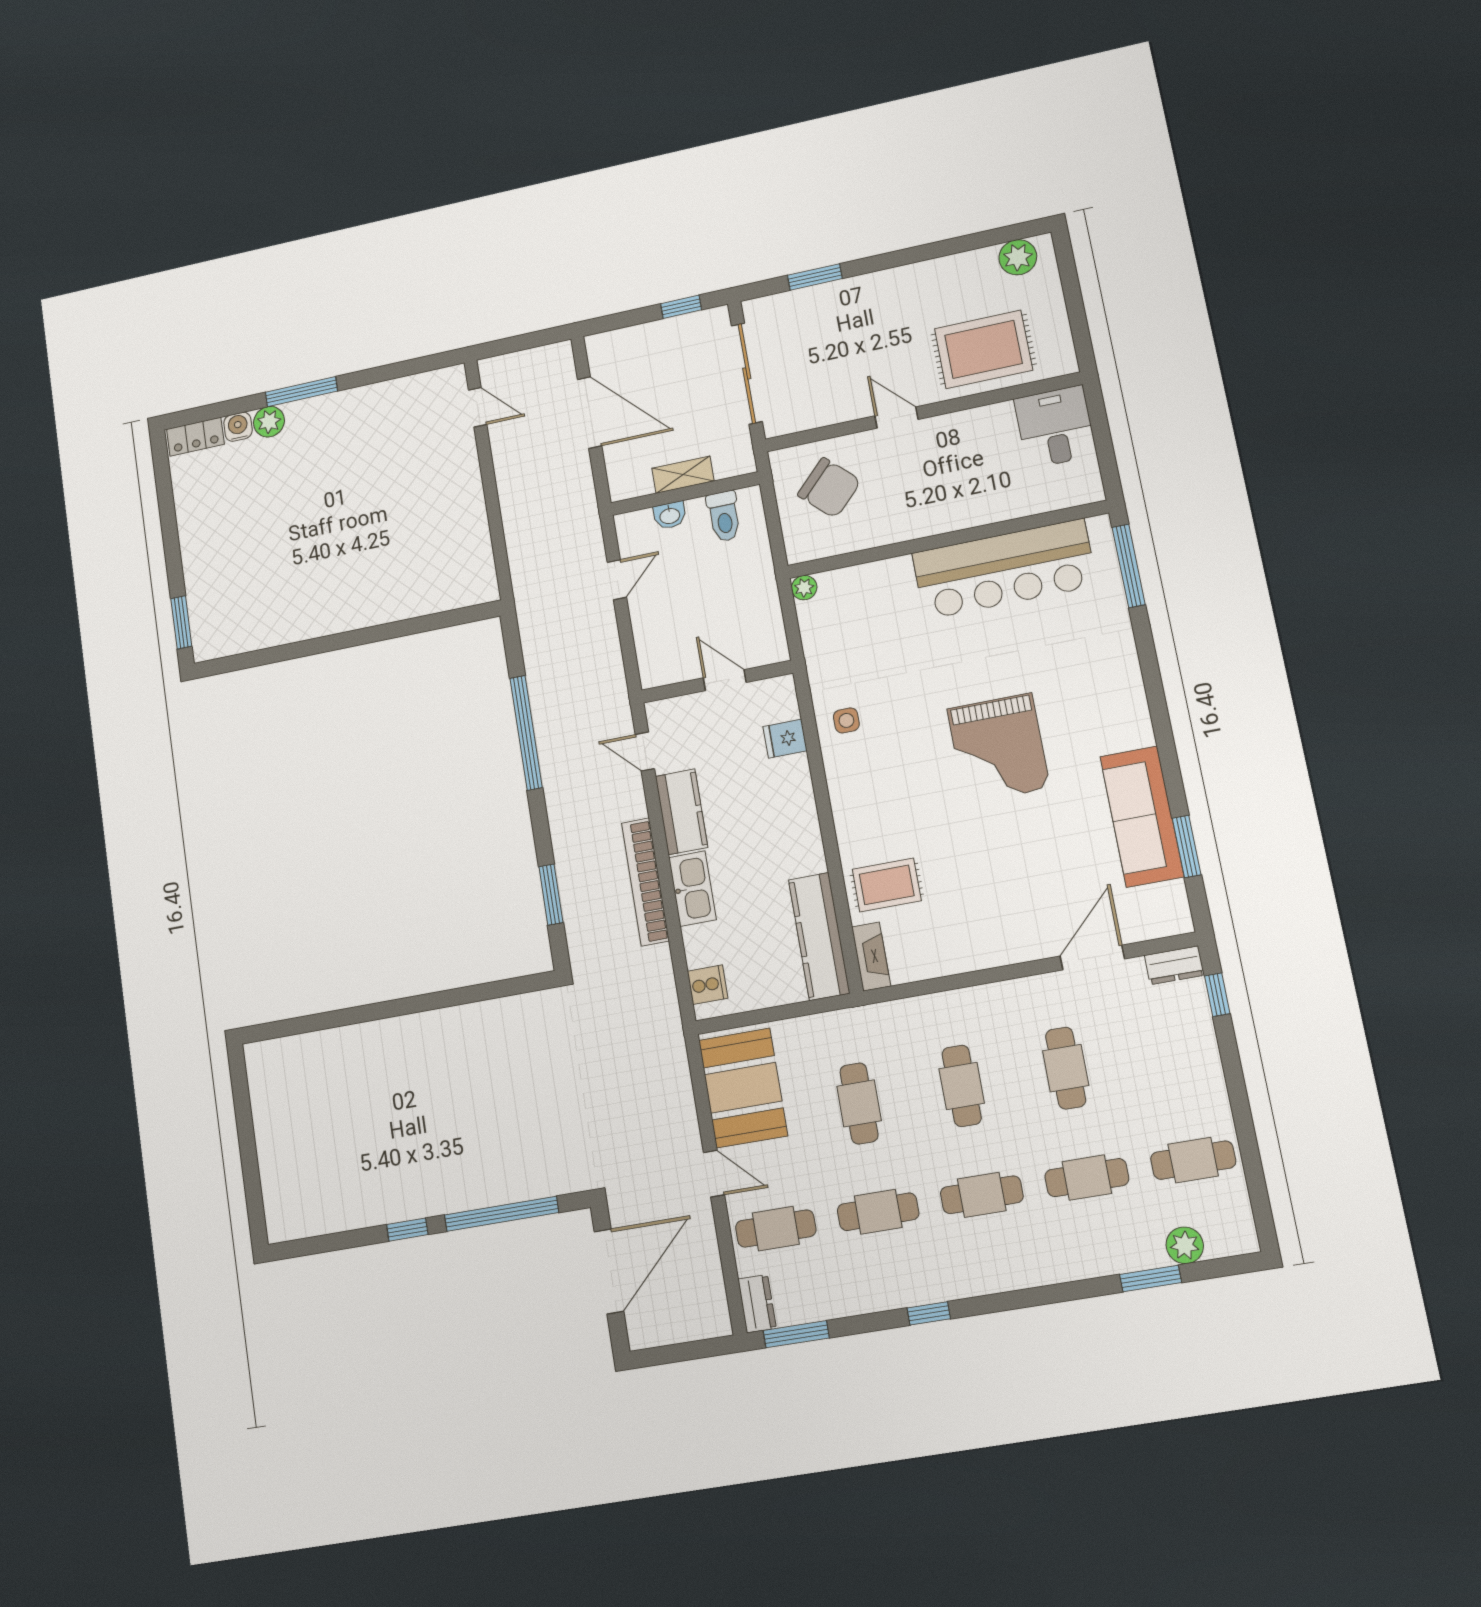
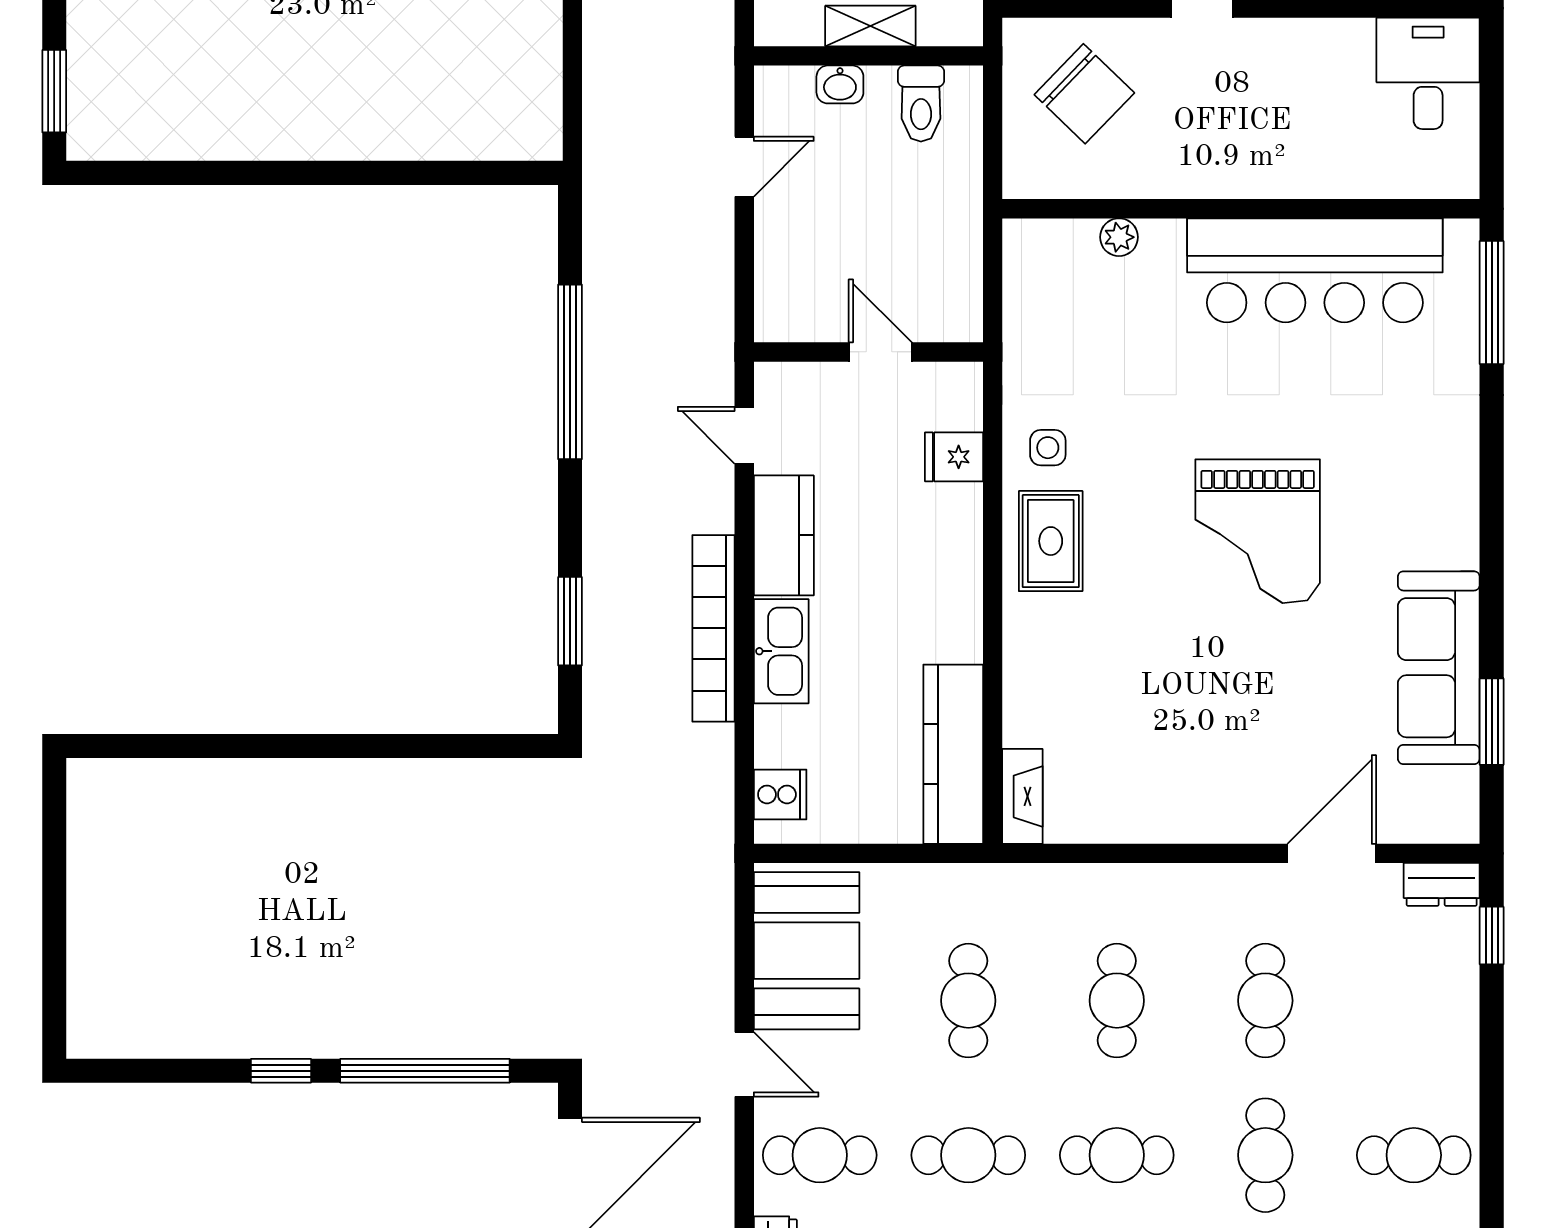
plant: (804, 588) -> (1119, 237), moved
rug: (887, 885) -> (1051, 541), moved, turned 90
cafe table: (1087, 1178) -> (1265, 1155), turned 90

